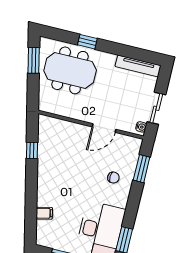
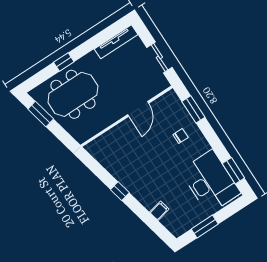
water cooler: (141, 127) -> (163, 81), removed
window: (32, 150) -> (120, 191), moved

